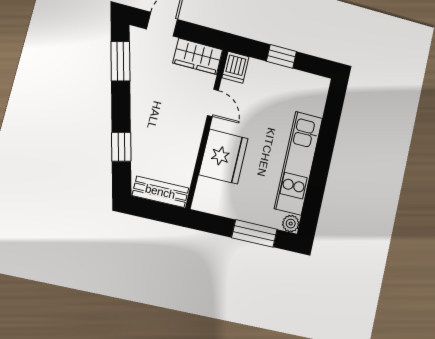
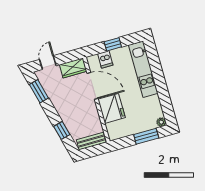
dishwasher: (235, 67) -> (105, 59), moved
door: (213, 103) -> (92, 86), width x1.87
kitchen unit: (299, 163) -> (143, 69), moved

